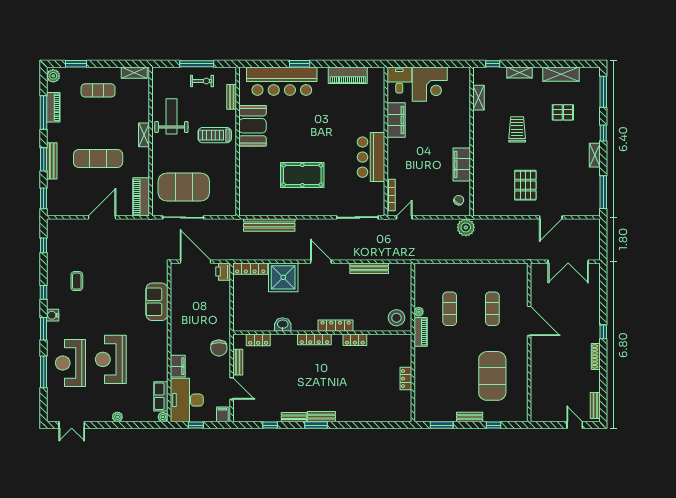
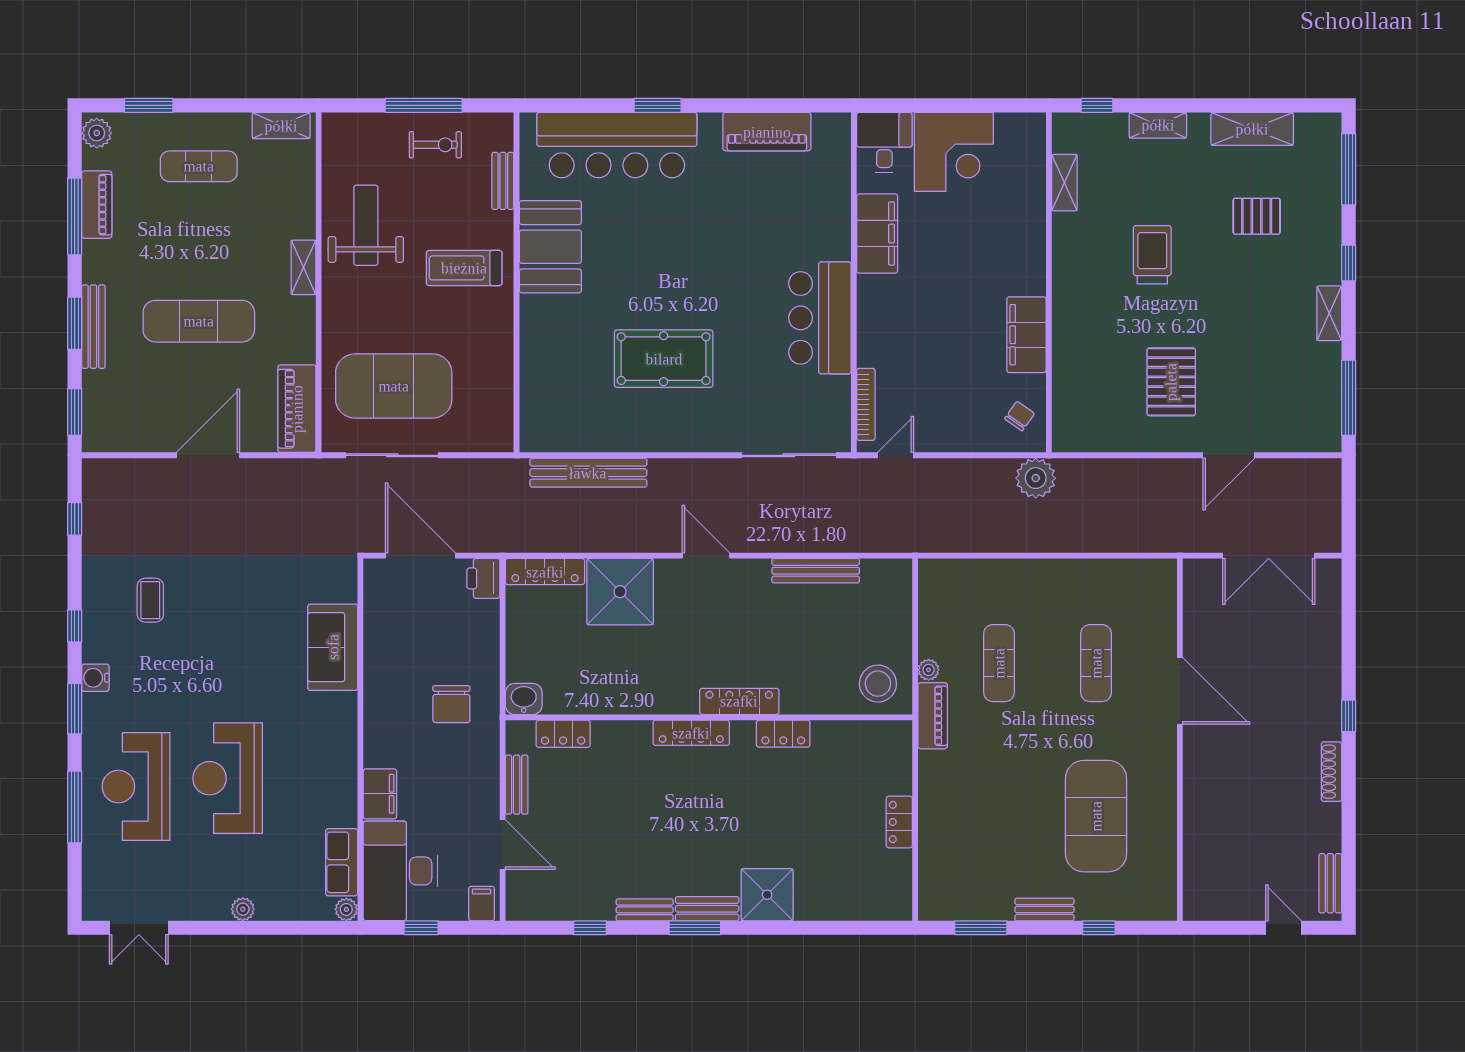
washbasin: (283, 325) -> (524, 699), moved
chair: (219, 348) -> (451, 704), moved
shower: (348, 411) -> (767, 895), added

